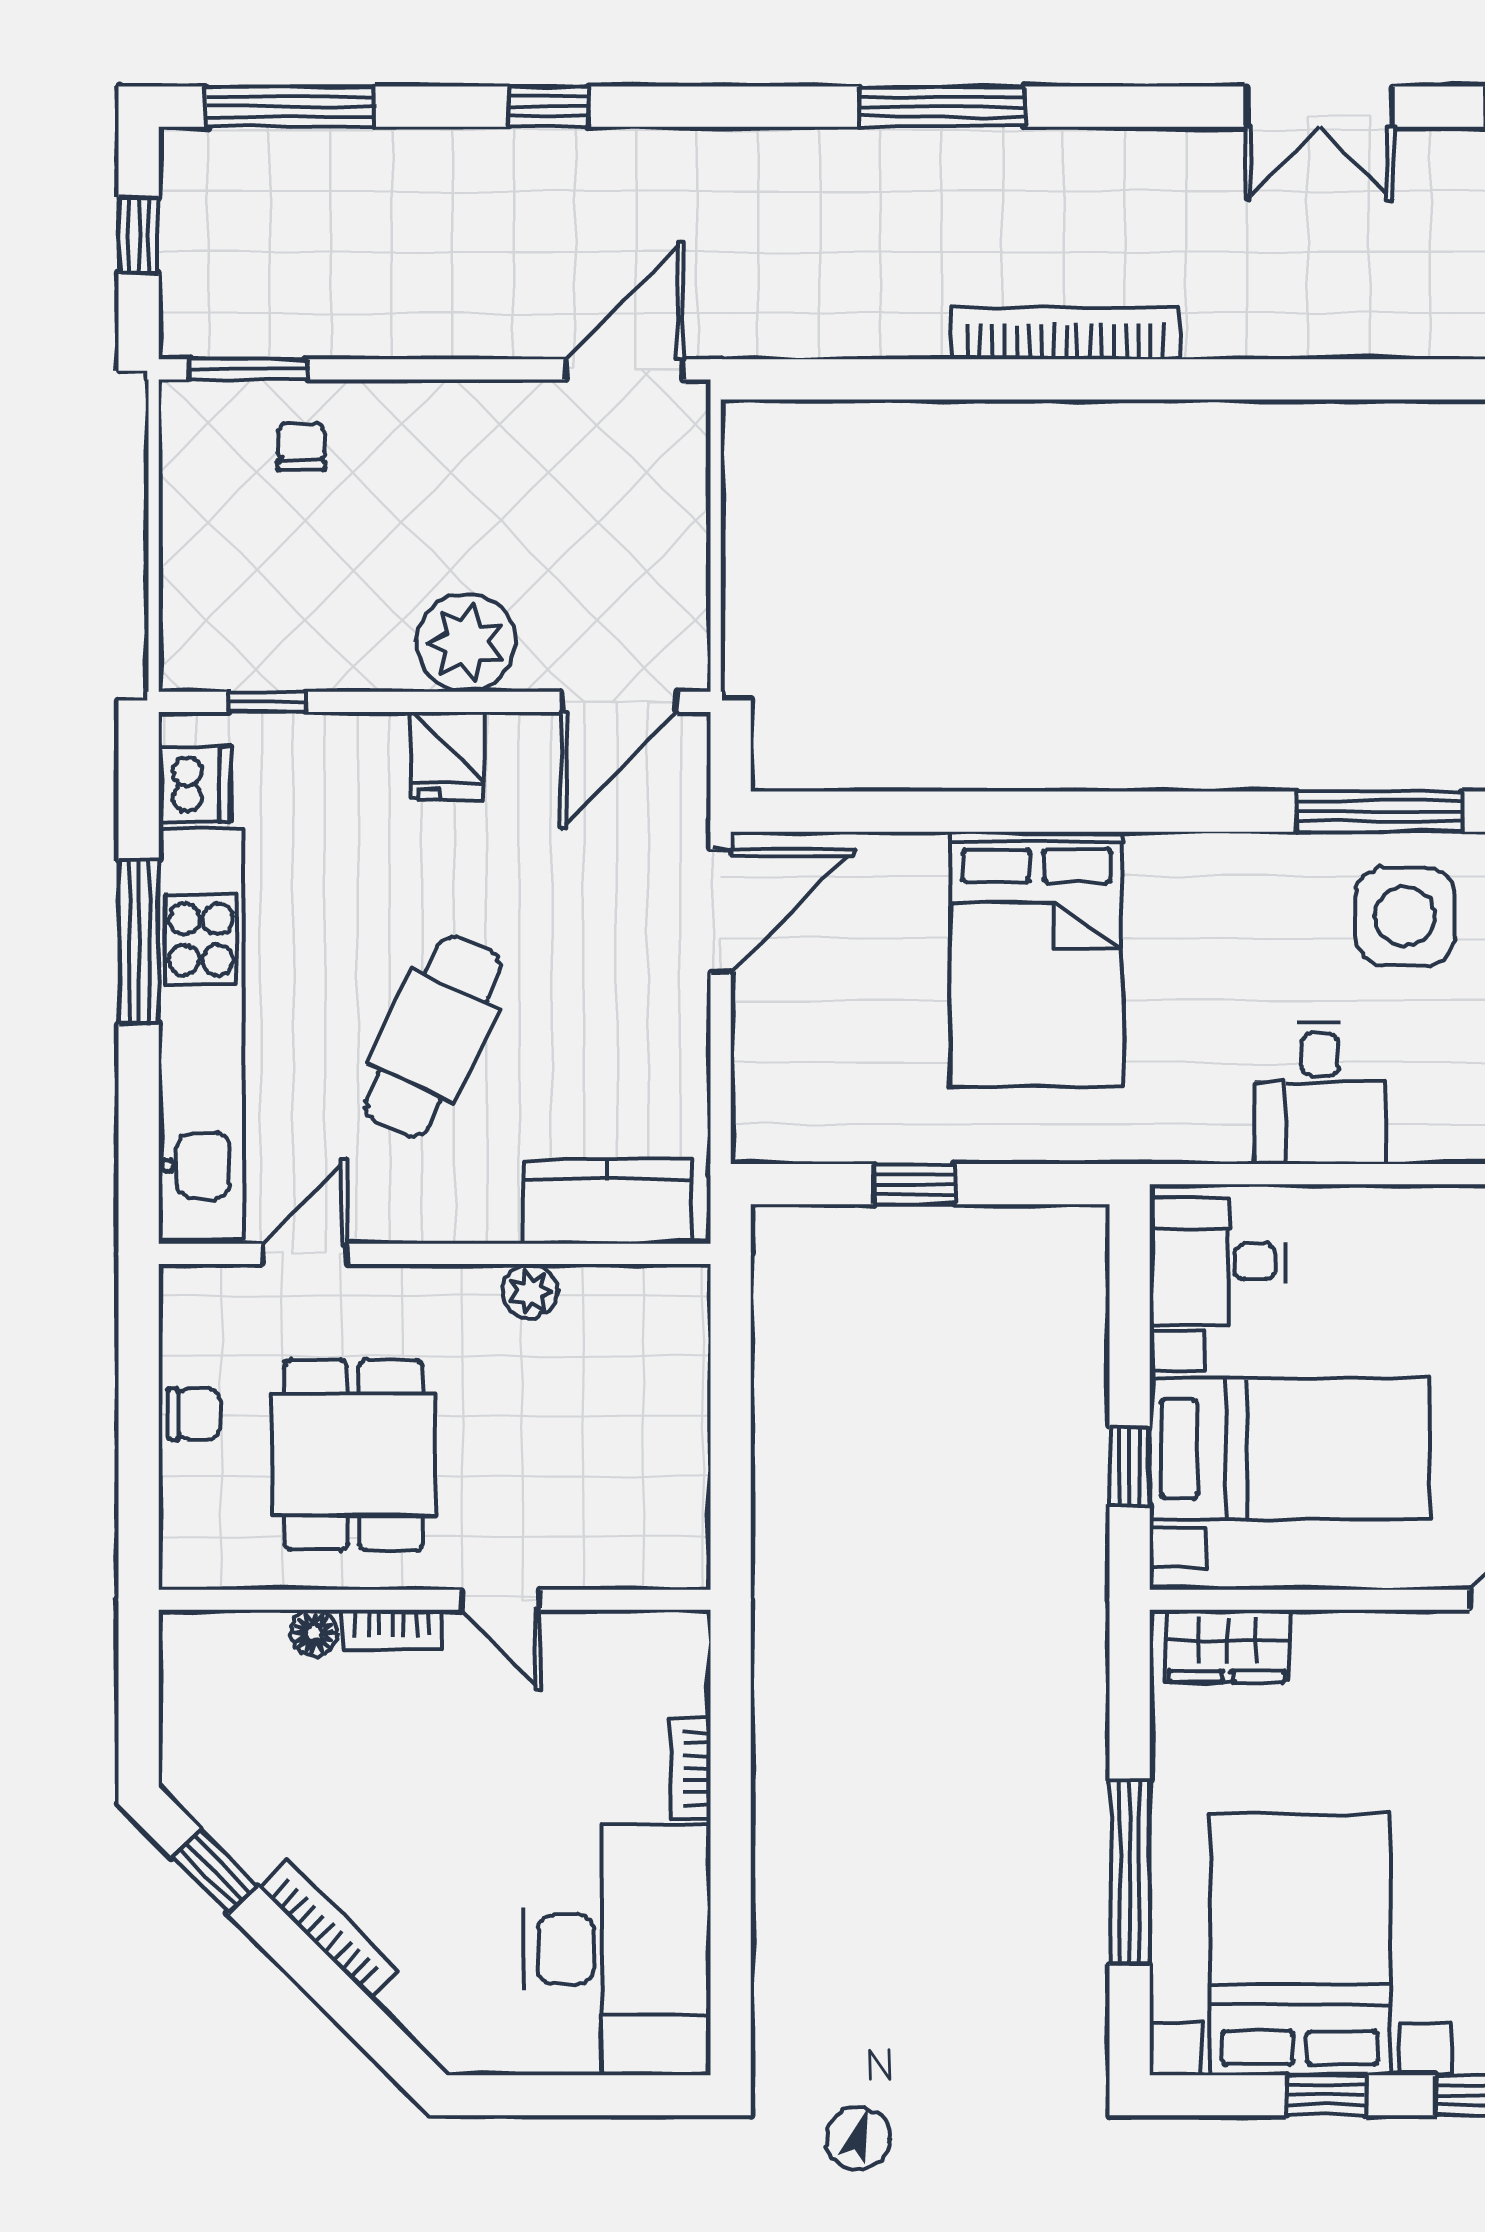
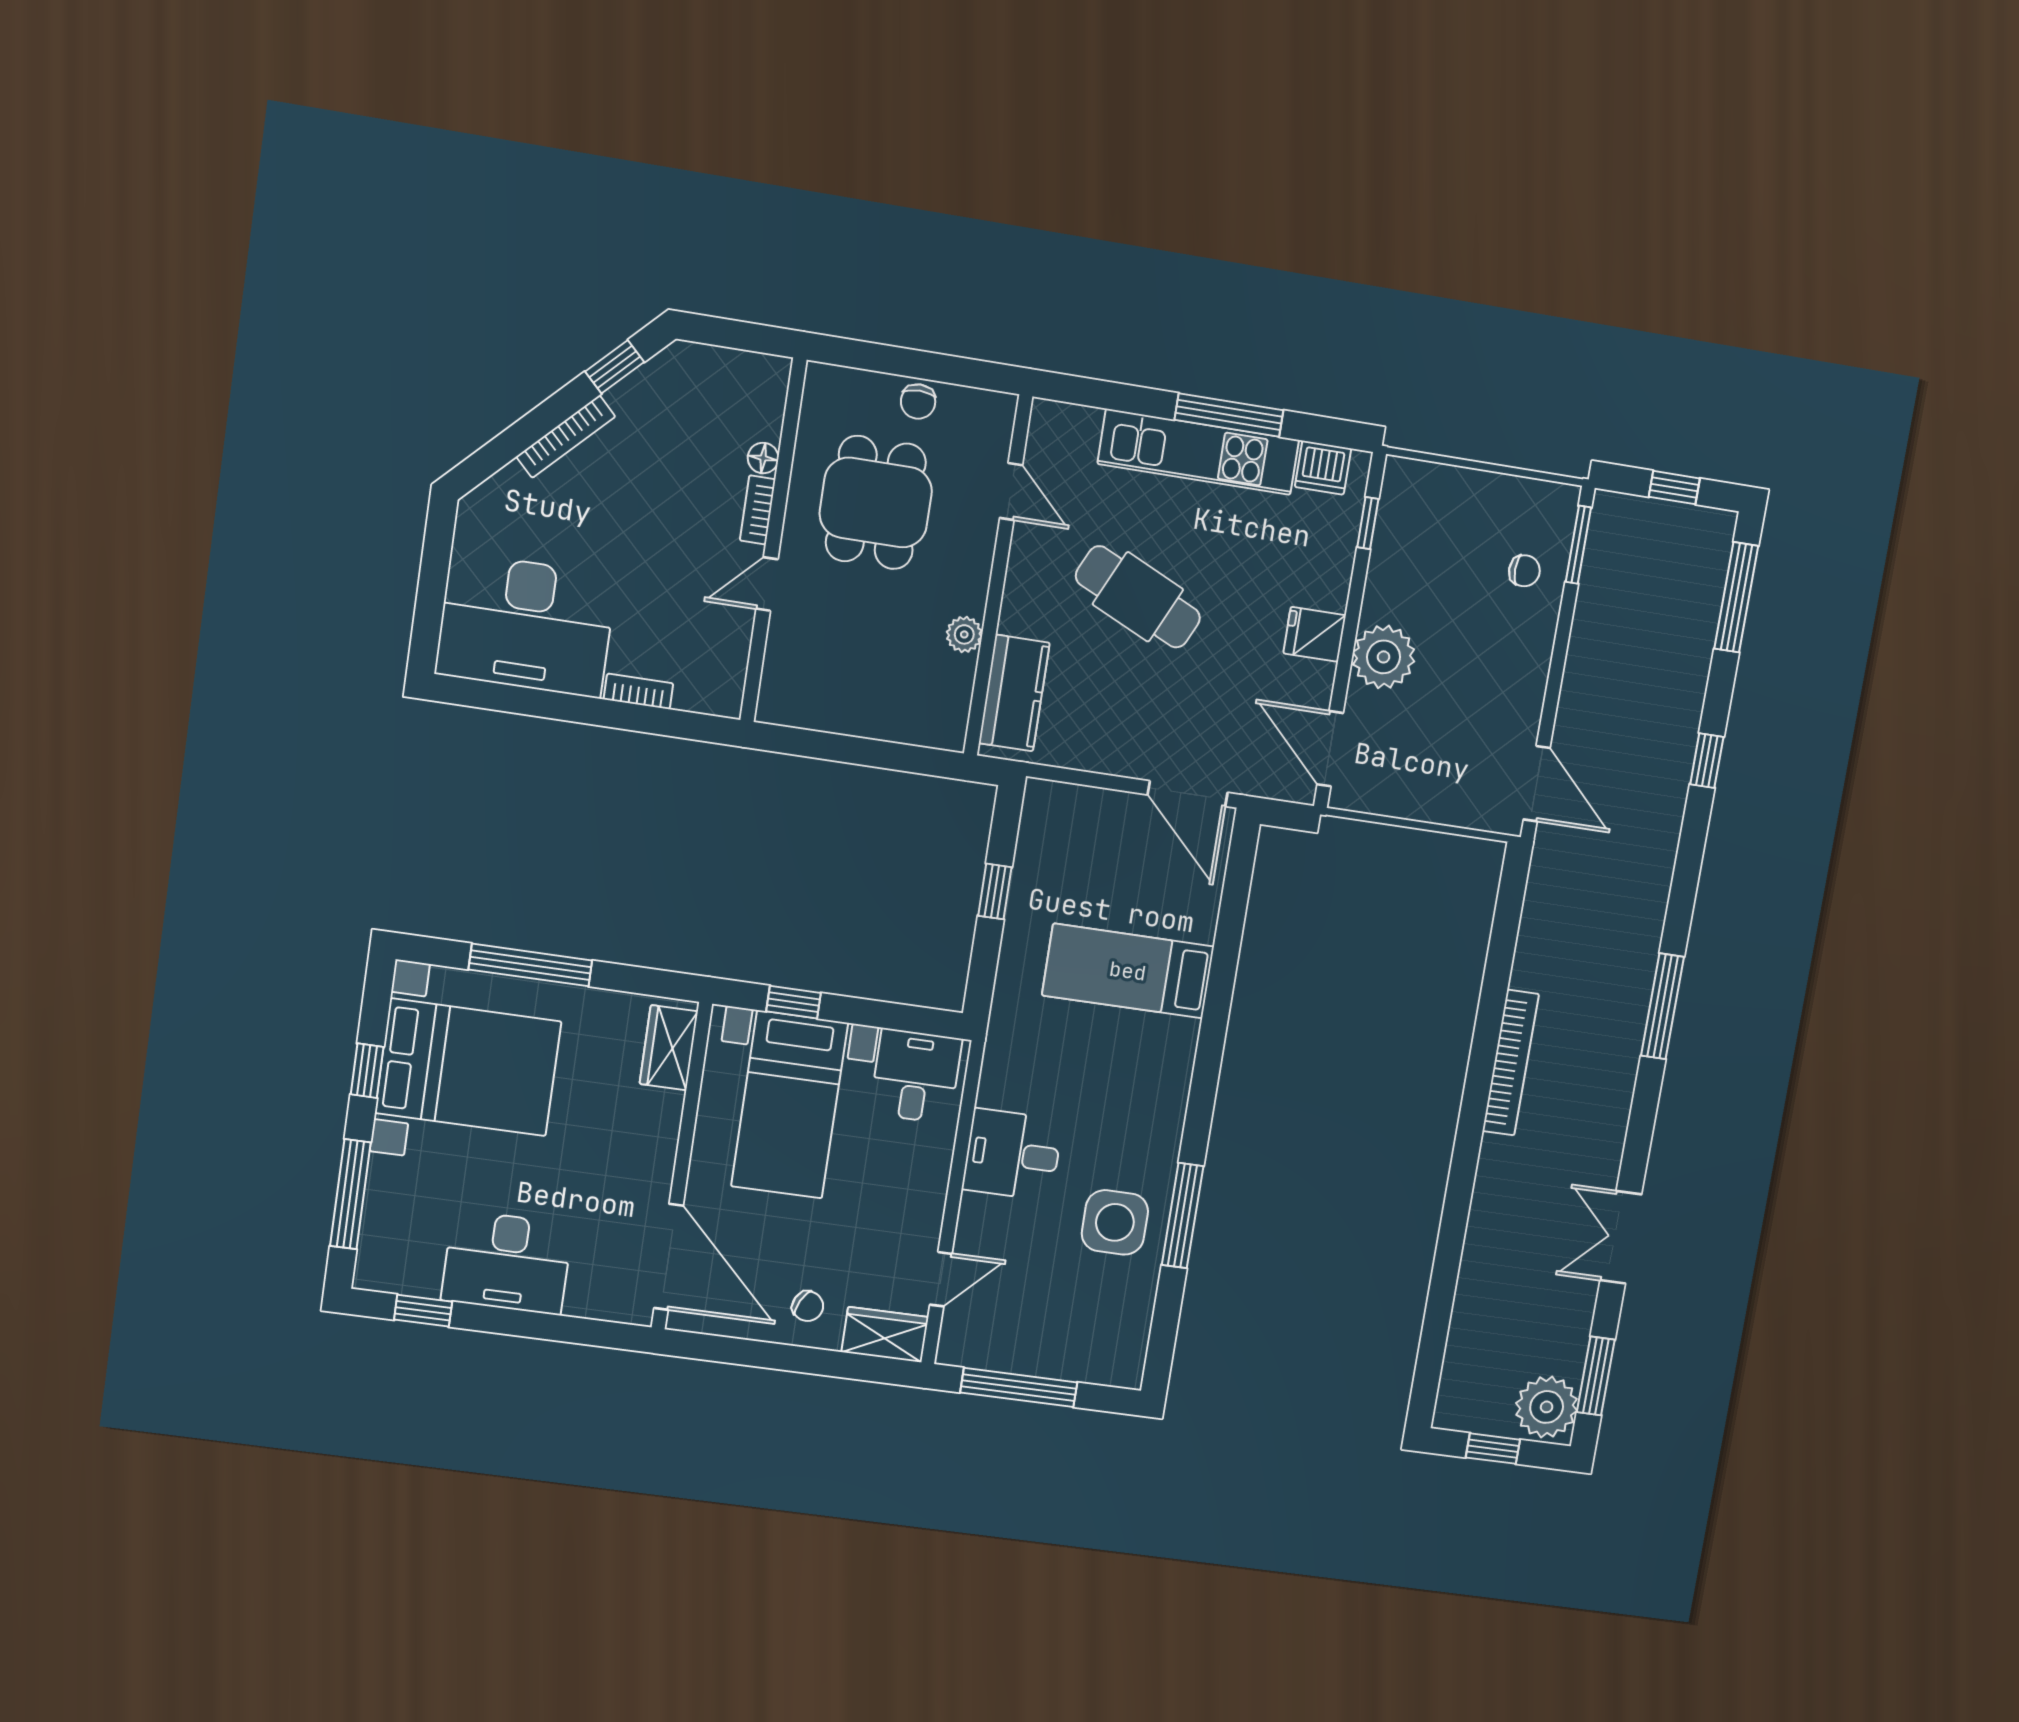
bed: (1036, 959) -> (1128, 971), width x0.67
kitchen unit: (201, 1034) -> (1198, 452), width x0.73
dining table: (353, 1455) -> (876, 502), turned 90

